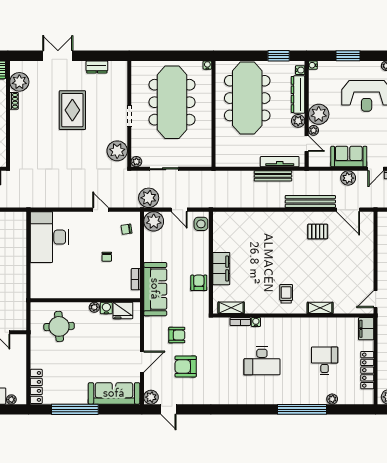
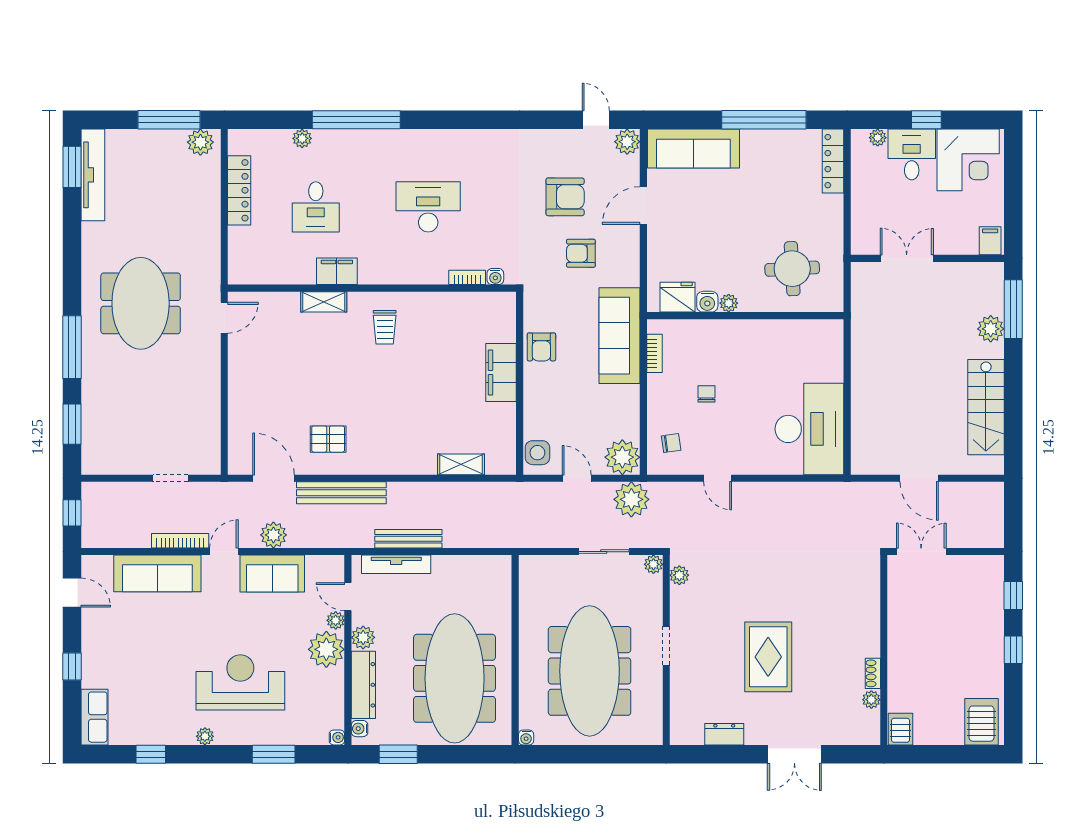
plant: (19, 82) -> (871, 700), width x0.53, depth x0.53
plant: (117, 151) -> (679, 575), width x0.53, depth x0.53
shelving: (231, 308) -> (461, 464), moved
water cooler: (256, 322) -> (495, 277), moved
filing cabinet: (366, 329) -> (337, 271), moved, turned -90

